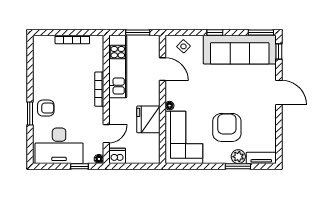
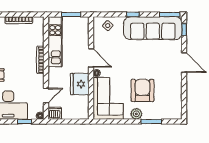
door: (162, 69) -> (91, 58), moved
plant: (238, 157) -> (136, 114), moved
tv unit: (261, 158) -> (170, 115), removed

